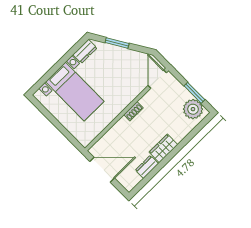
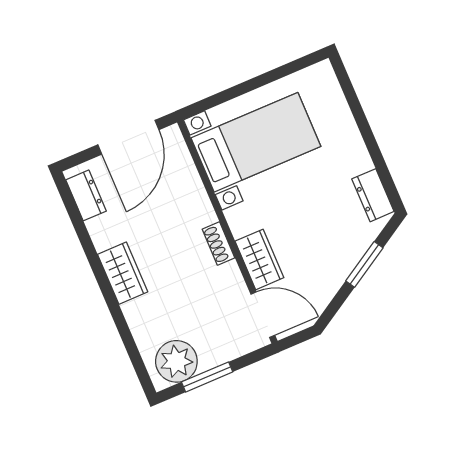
wardrobe: (133, 90) -> (259, 259), added
bed with nightstands: (75, 92) -> (256, 142), moved, turned 180
dresser: (147, 167) -> (86, 195), moved

